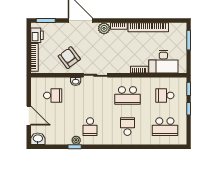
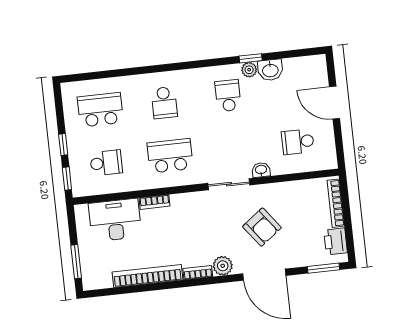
armchair: (69, 58) -> (262, 227), moved
washbasin: (38, 139) -> (270, 70), moved

